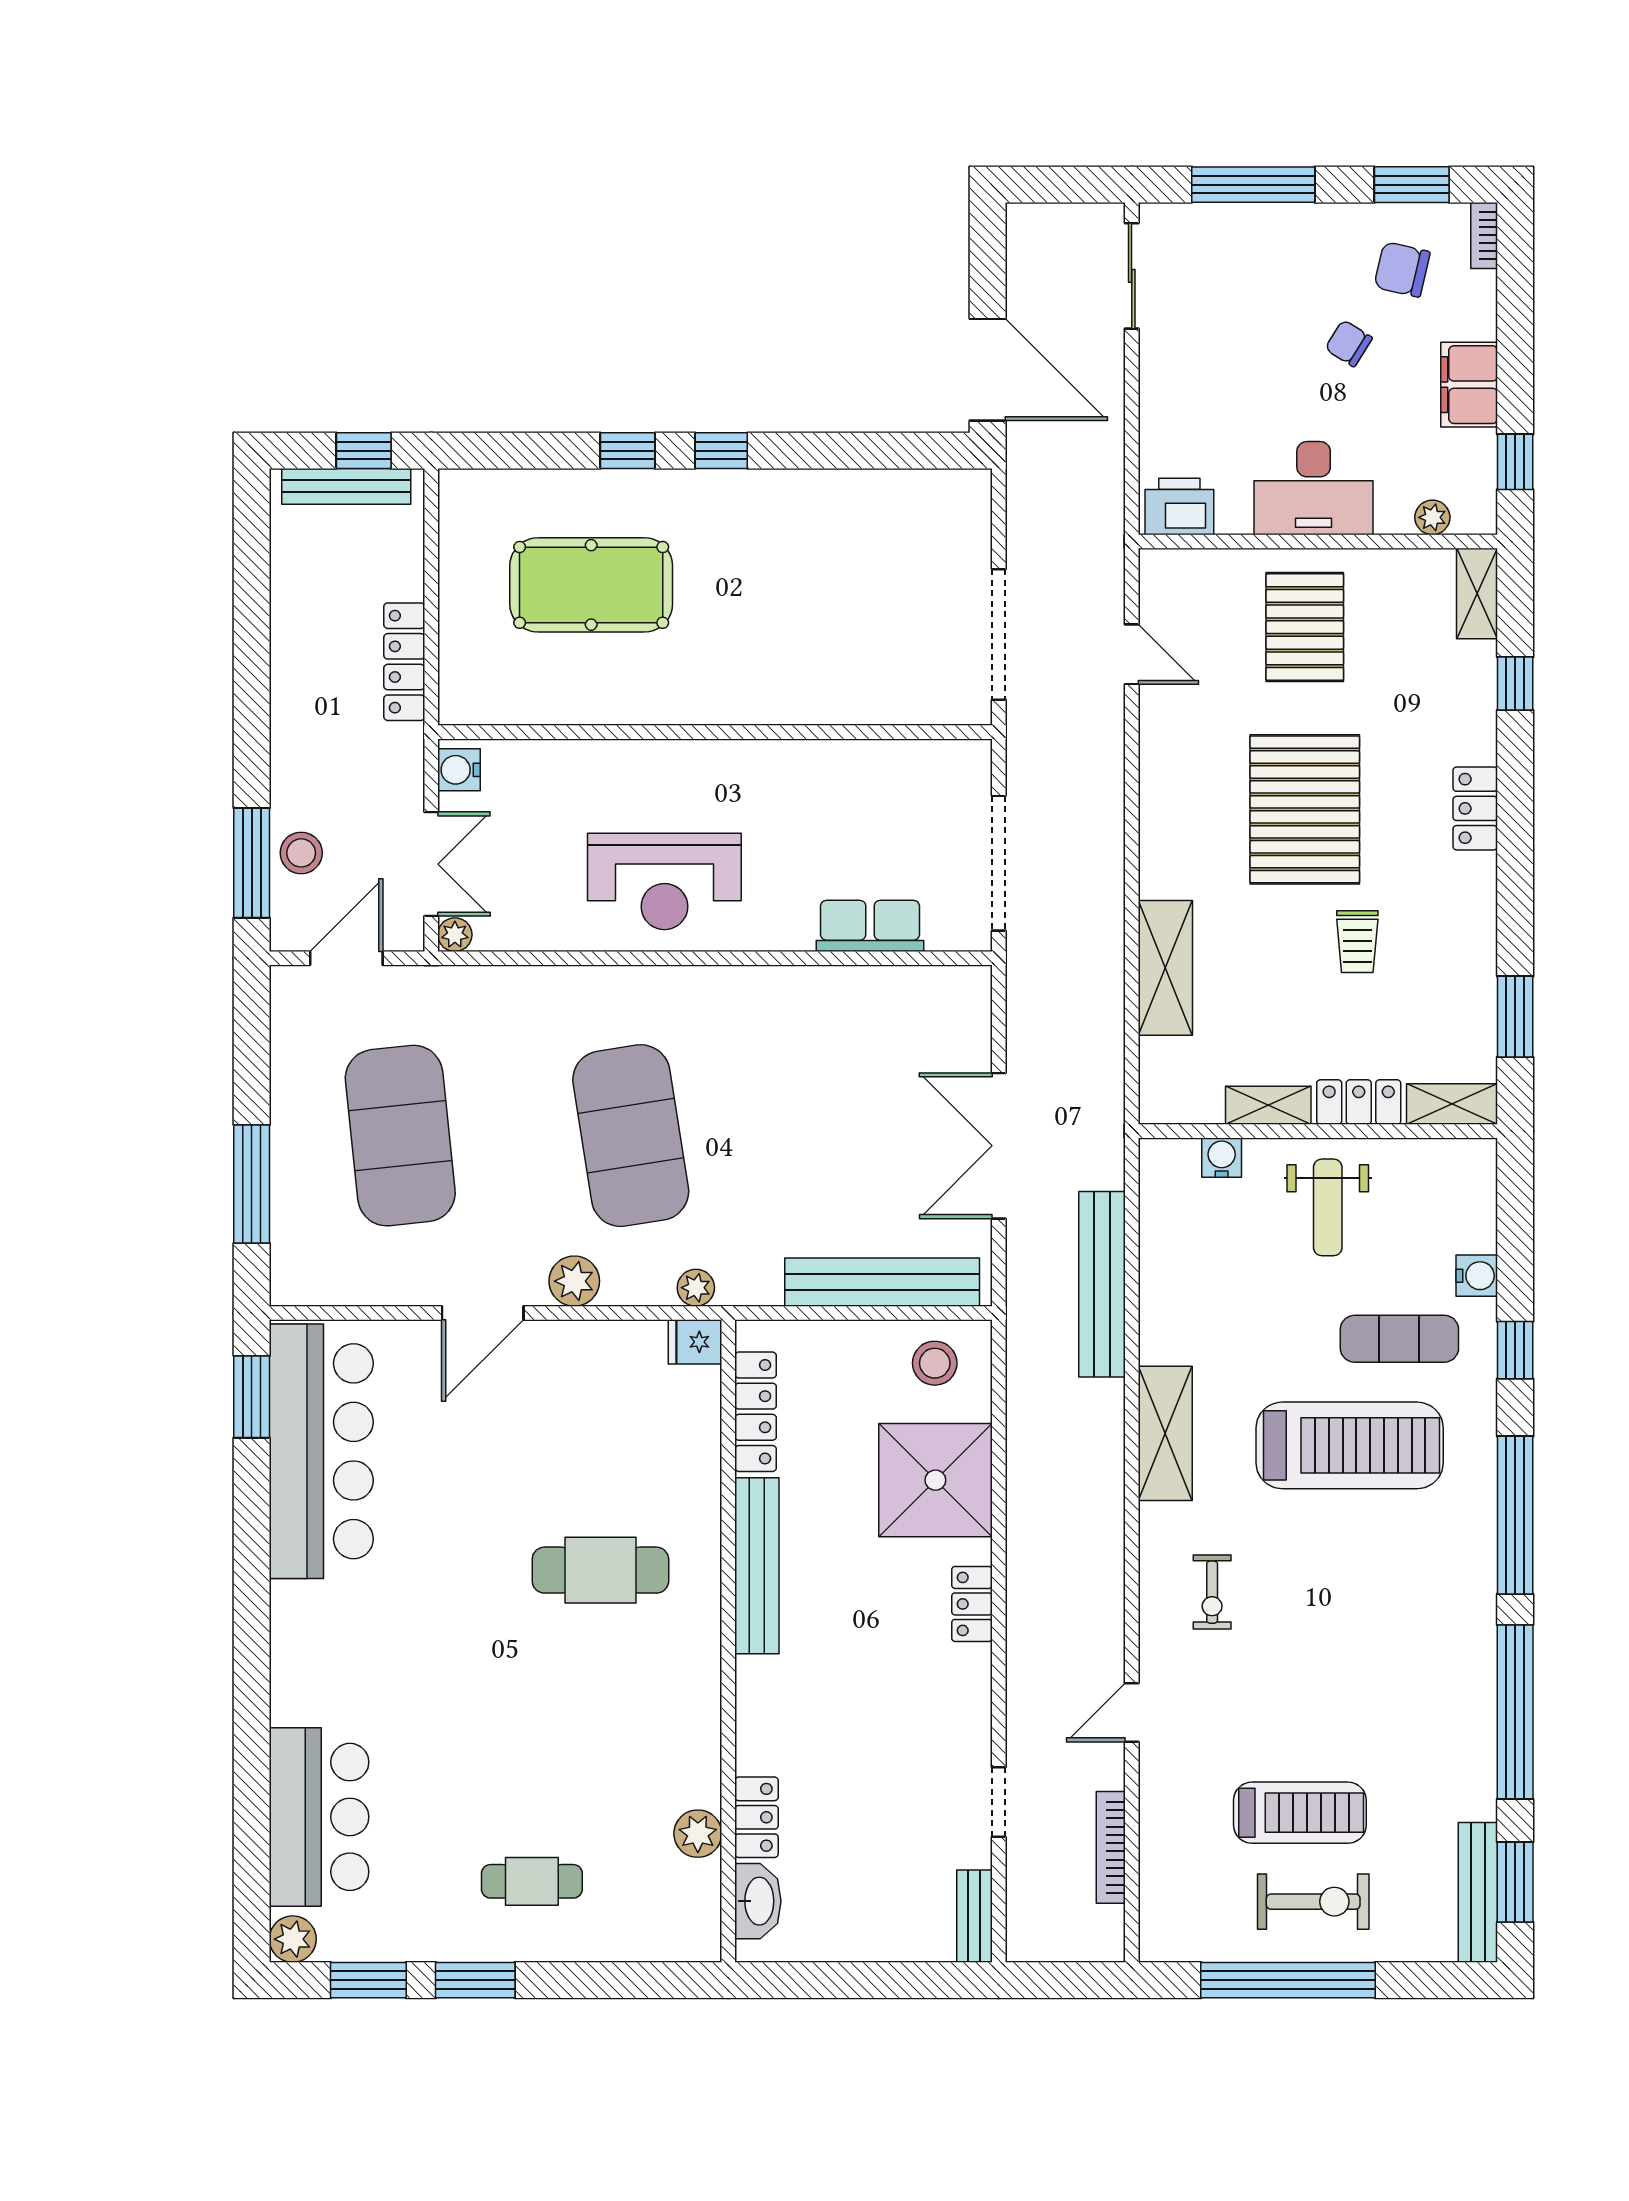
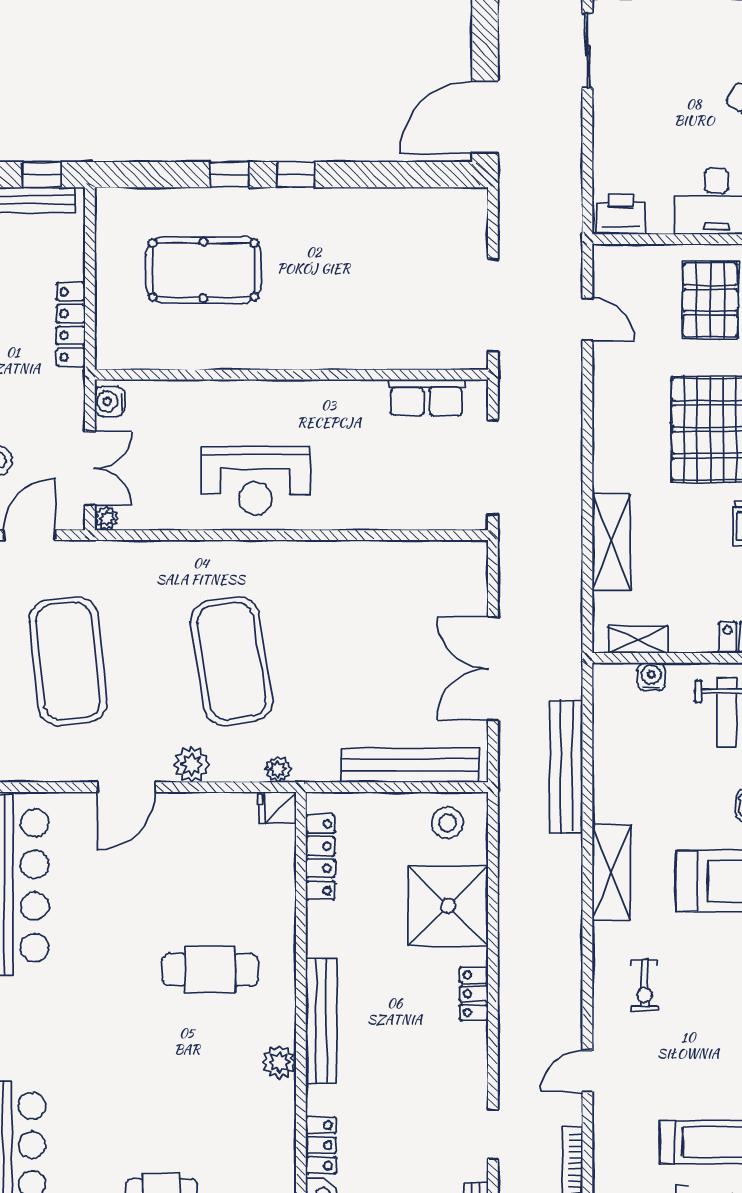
door: (988, 370) -> (485, 117), swing flipped
row of seats: (870, 926) -> (427, 398), moved, turned 180
shelving: (1268, 1105) -> (638, 640), moved
bench: (757, 1566) -> (321, 1021), moved
plant: (698, 1834) -> (279, 1062), moved

